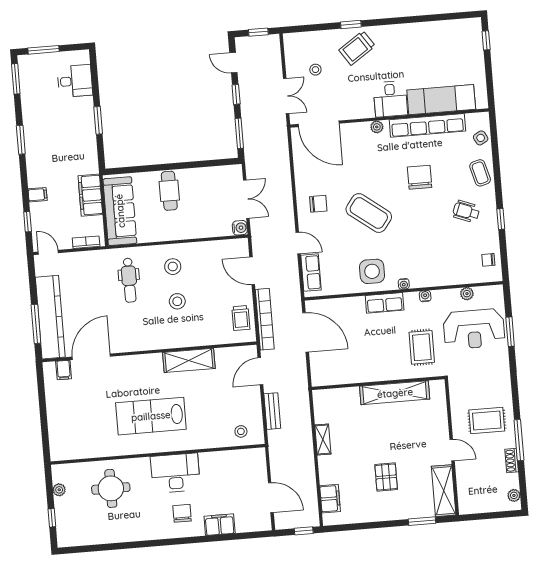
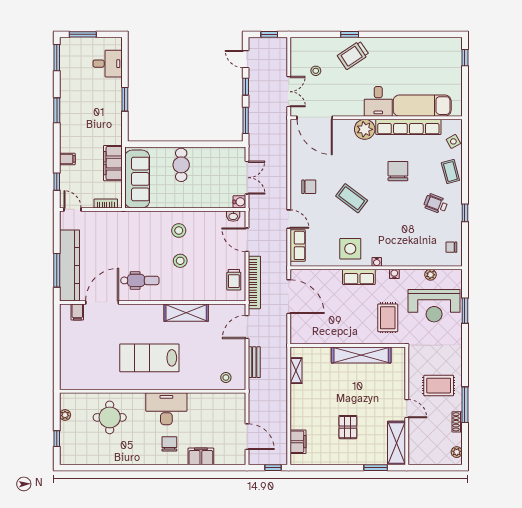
plant: (377, 127) -> (365, 129), width x1.87, depth x1.87
coffee table: (369, 213) -> (352, 198), width x0.73, depth x0.76
washbasin: (234, 245) -> (233, 216), added
dental chair: (129, 280) -> (140, 280), moved, turned -90
shelving: (323, 439) -> (296, 371), moved

